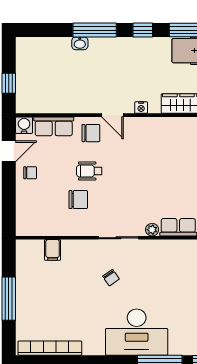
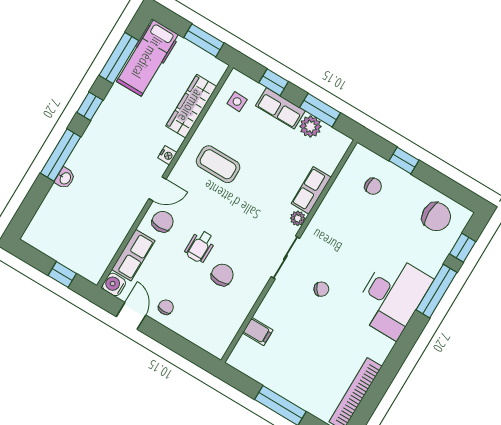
coffee table: (157, 148) -> (218, 164), added

